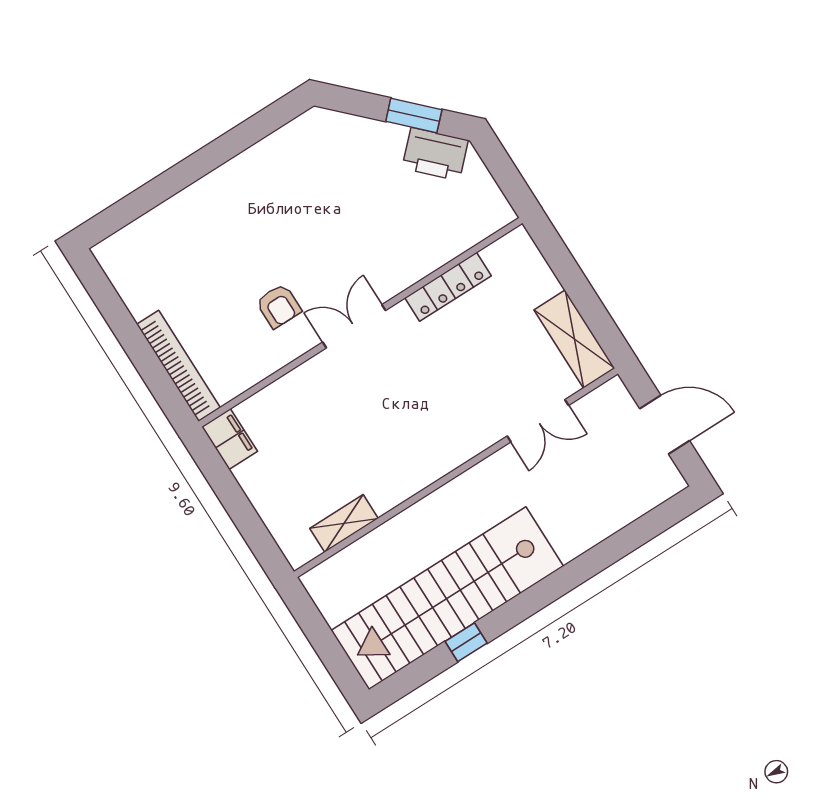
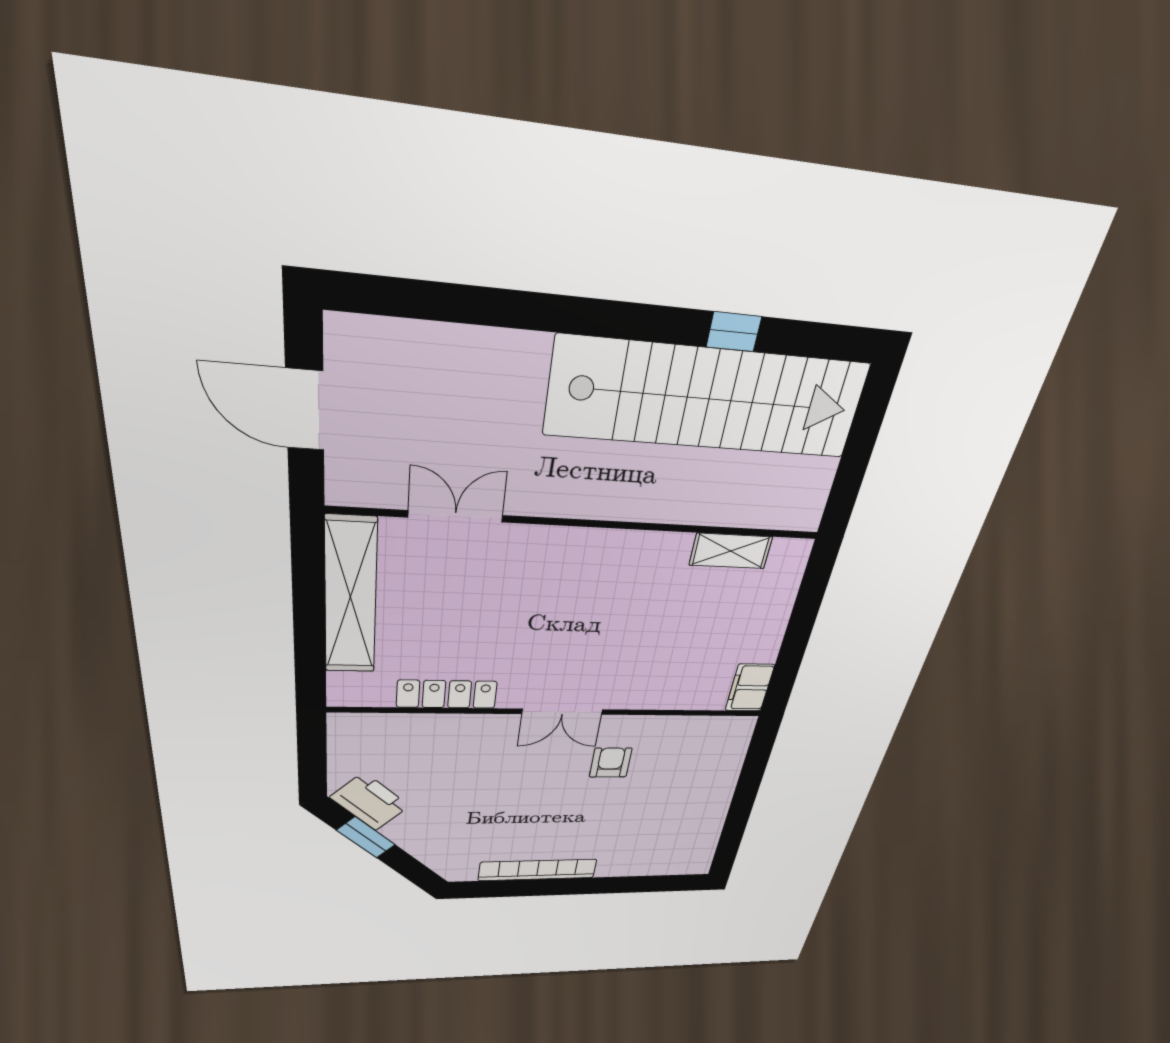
shelving: (574, 339) -> (350, 597), width x1.47
bookcase: (179, 366) -> (538, 870), moved, turned 90

